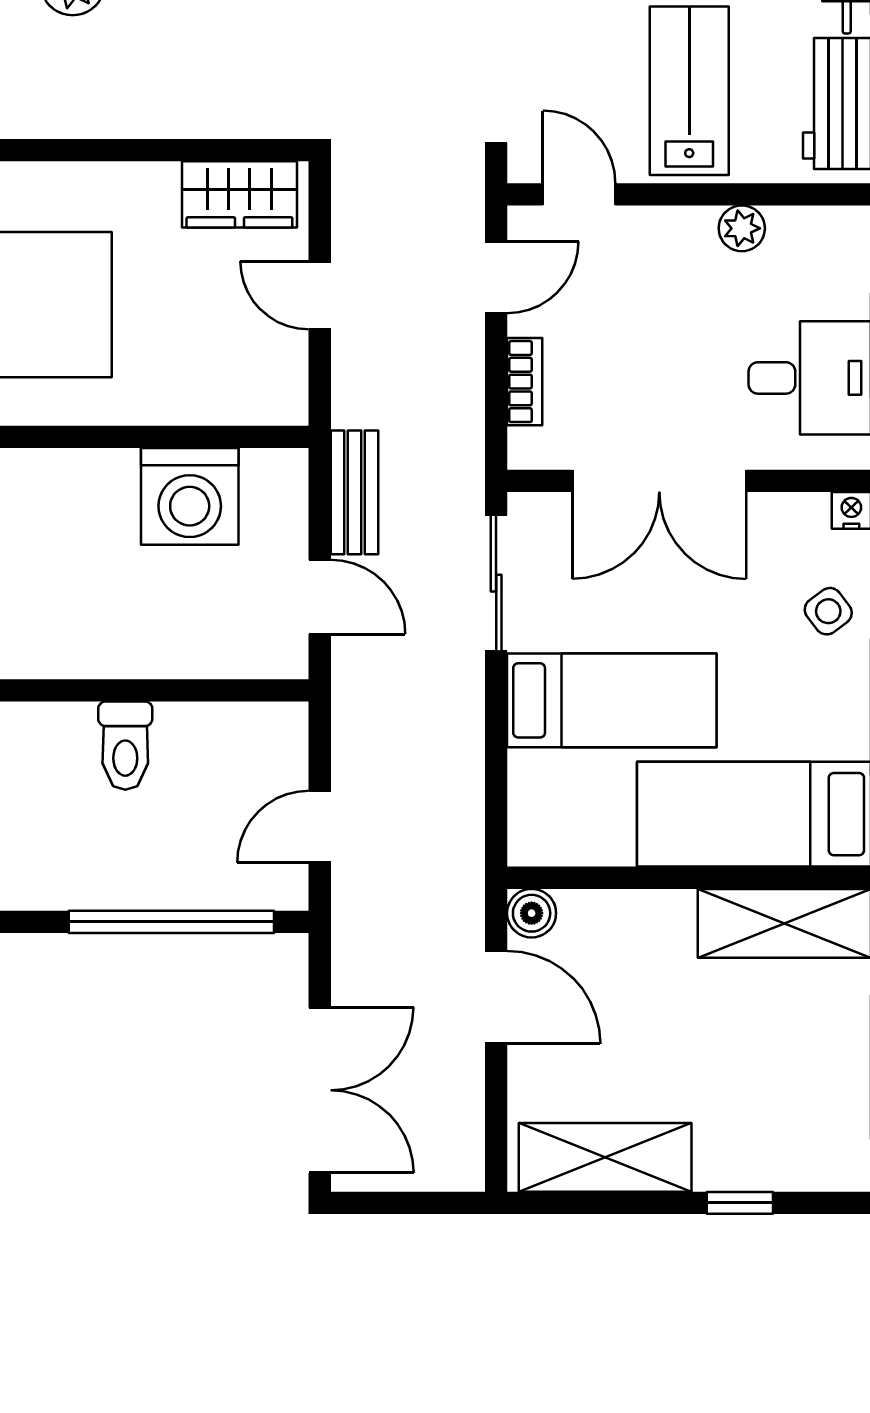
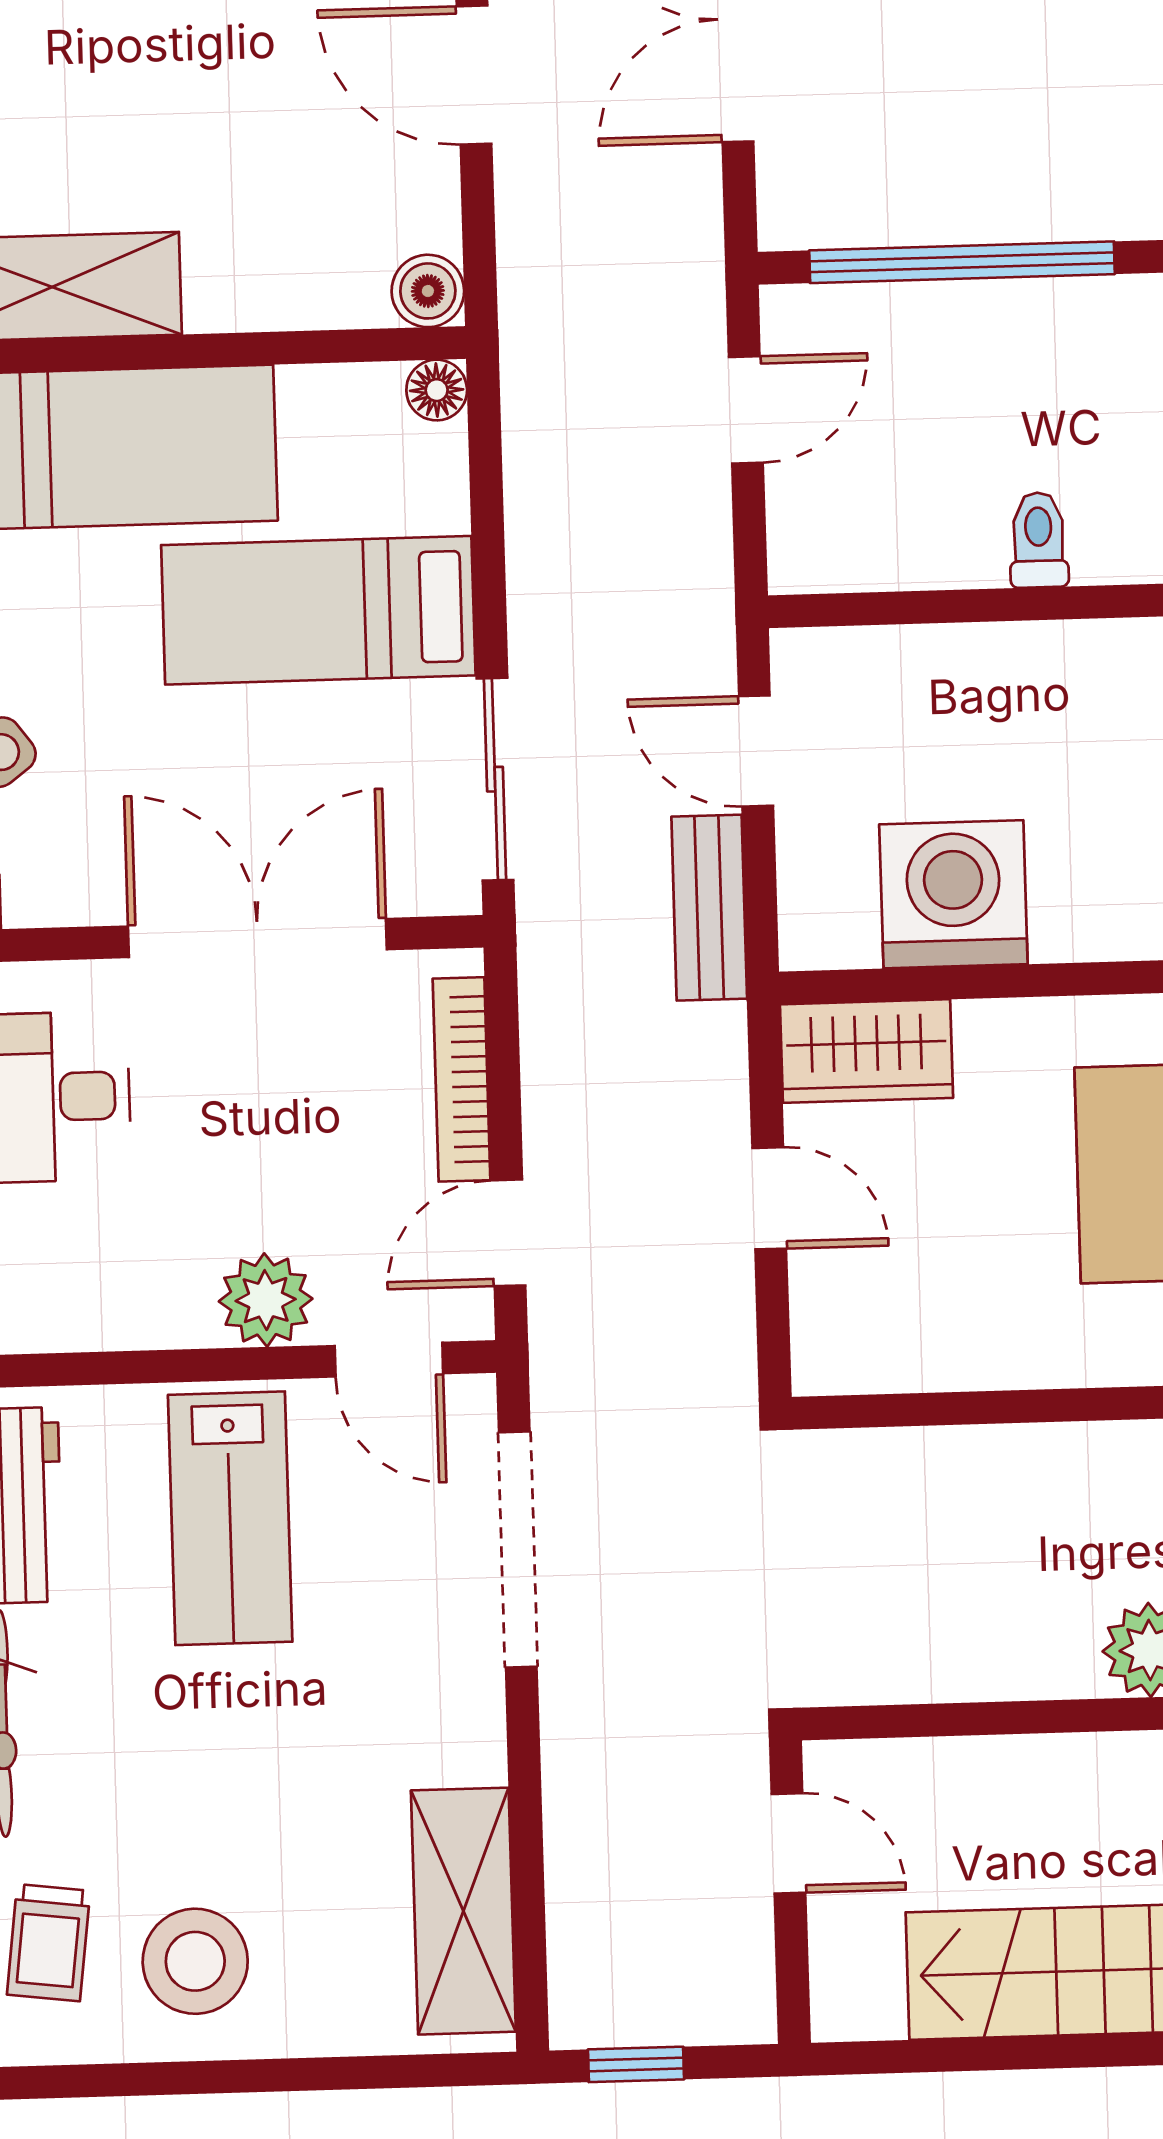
wardrobe: (239, 194) -> (866, 1051), moved, turned 180
plant: (742, 228) -> (266, 1300), moved, width x1.38, depth x1.38
bookcase: (525, 382) -> (461, 1079), width x1.56
toilet: (125, 746) -> (1039, 540), width x0.73, depth x0.72
floor lamp: (528, 846) -> (437, 390), added
door: (496, 997) -> (474, 75), moved

